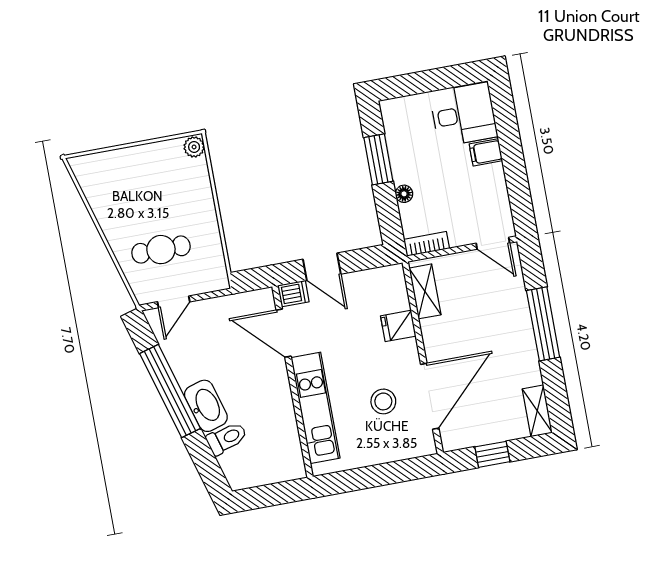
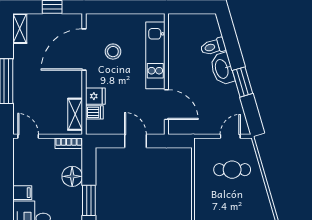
floor lamp: (404, 194) -> (72, 176), width x1.89, depth x1.89
dishwasher: (293, 294) -> (94, 112), moved, turned 180
window: (170, 391) -> (242, 82), width x0.47

